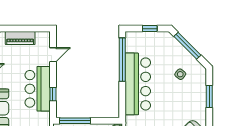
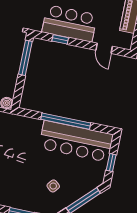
window: (122, 60) -> (66, 121), moved
bar counter: (138, 84) -> (76, 141), moved

